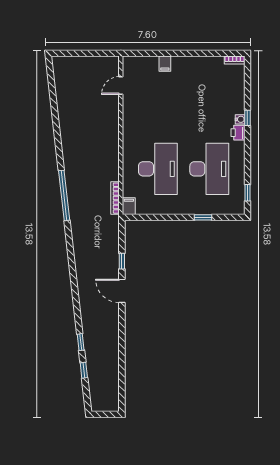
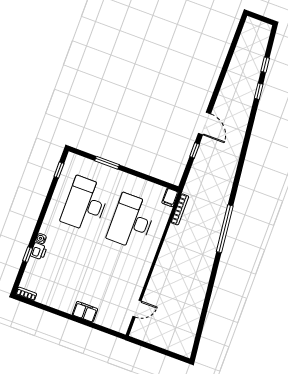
filing cabinet: (165, 64) -> (85, 312), width x2.00
window: (247, 118) -> (28, 255), moved
printer: (238, 133) -> (39, 251), moved
window: (203, 217) -> (107, 163), width x1.50

